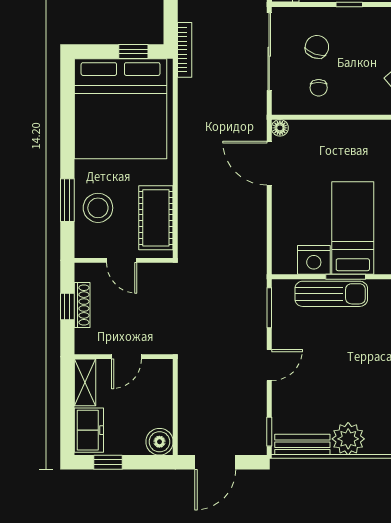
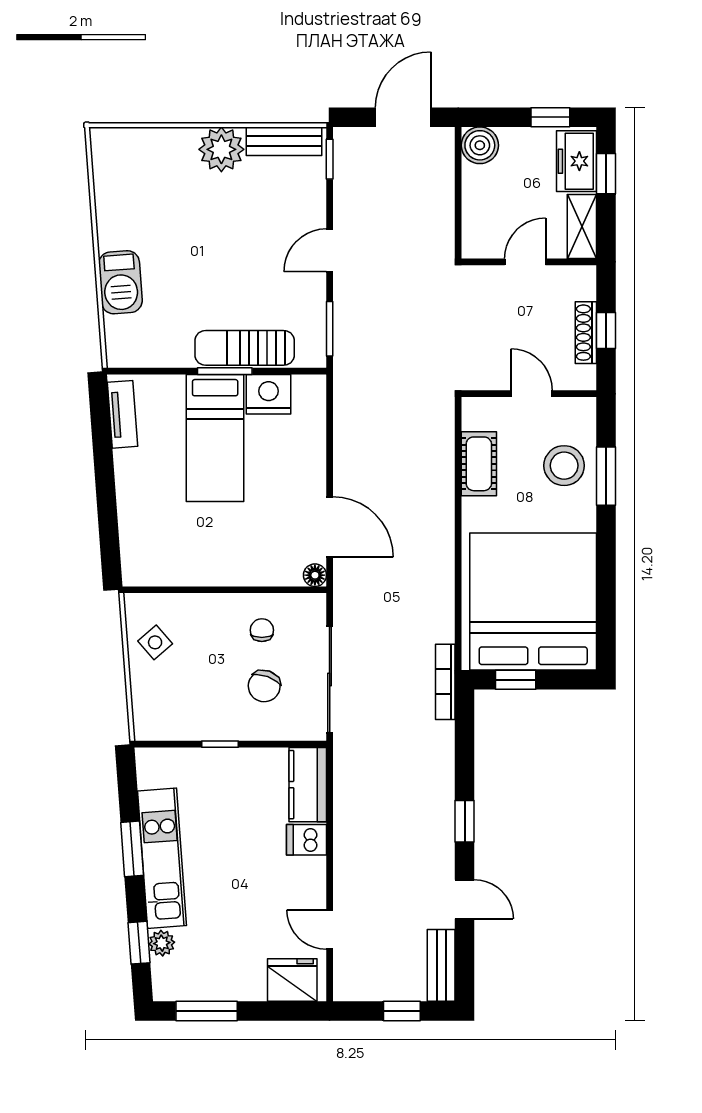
cot: (156, 218) -> (479, 464), width x0.73, depth x0.75
window: (67, 421) -> (606, 174), added

